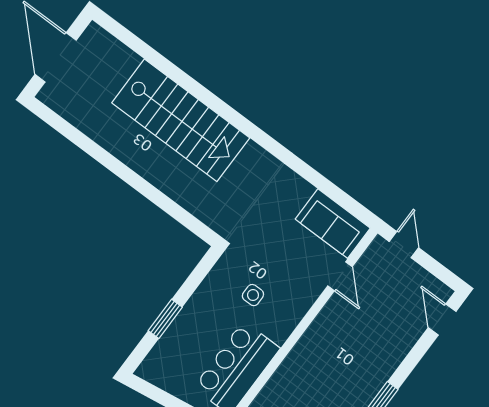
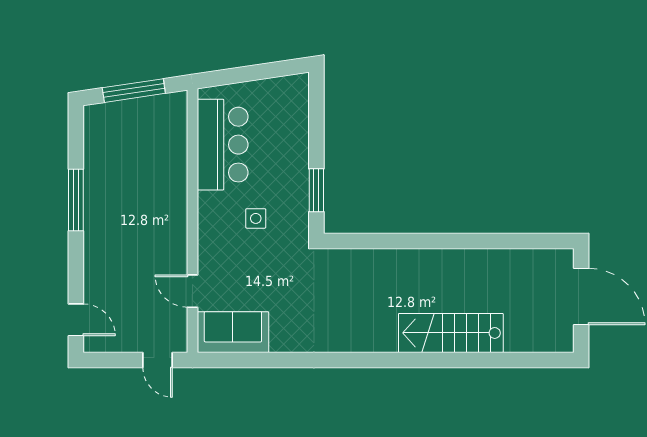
stairs: (181, 120) -> (451, 333), width x0.73, depth x0.66
window: (165, 319) -> (316, 190), moved

